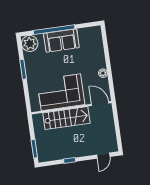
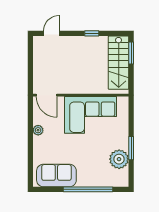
sofa: (61, 41) -> (56, 175), moved
plant: (30, 43) -> (119, 159), moved
stairs: (66, 118) -> (119, 63), moved, turned -90

